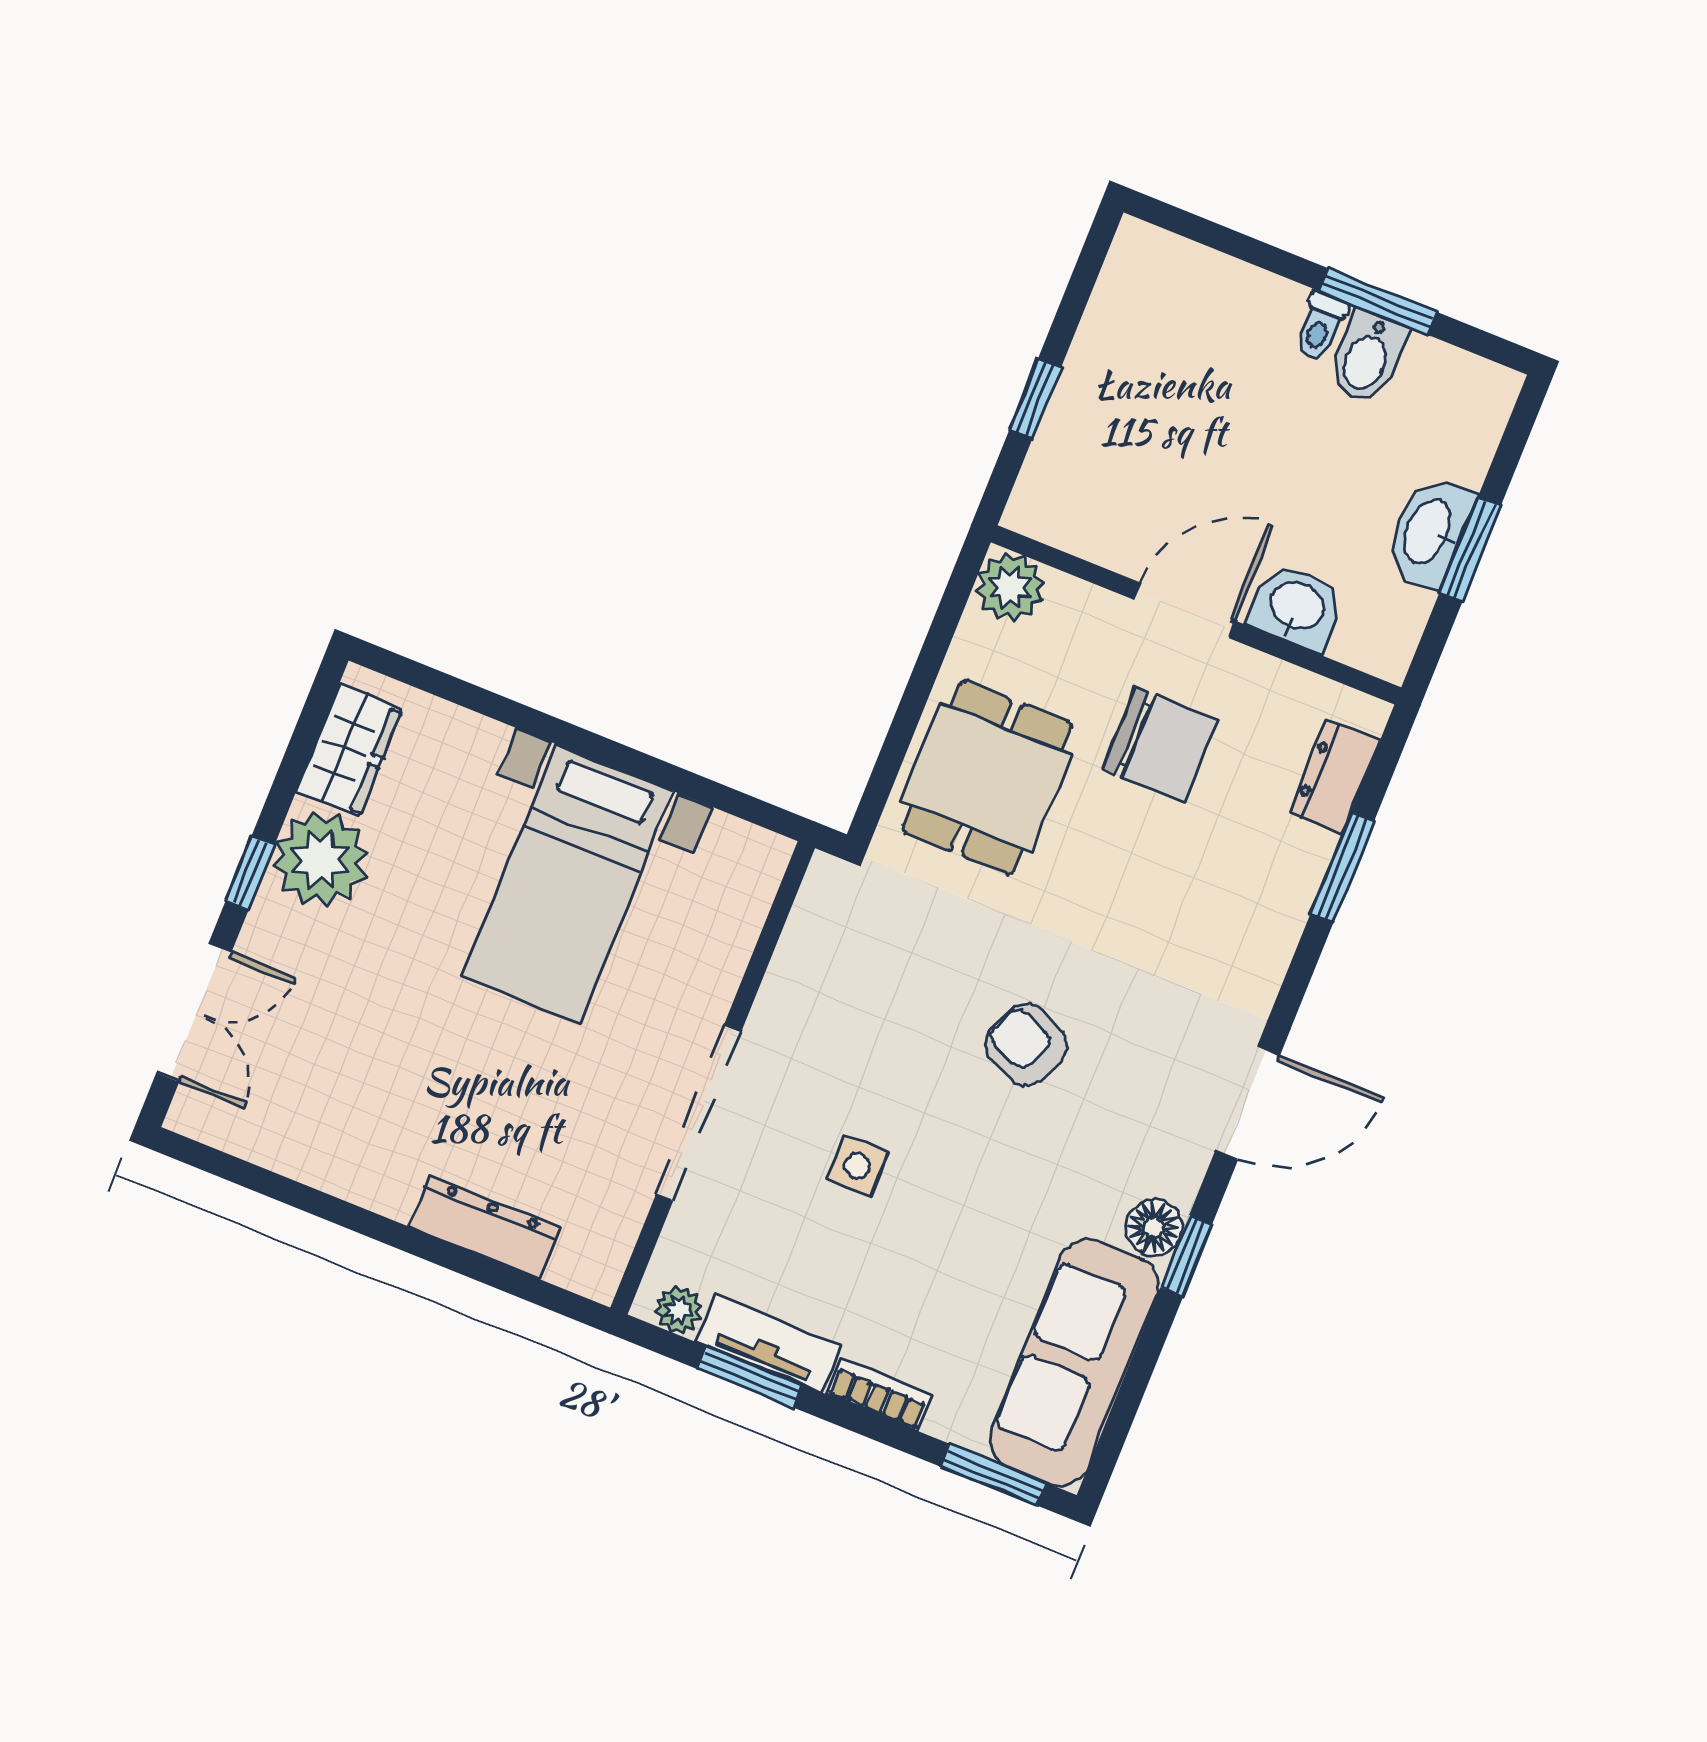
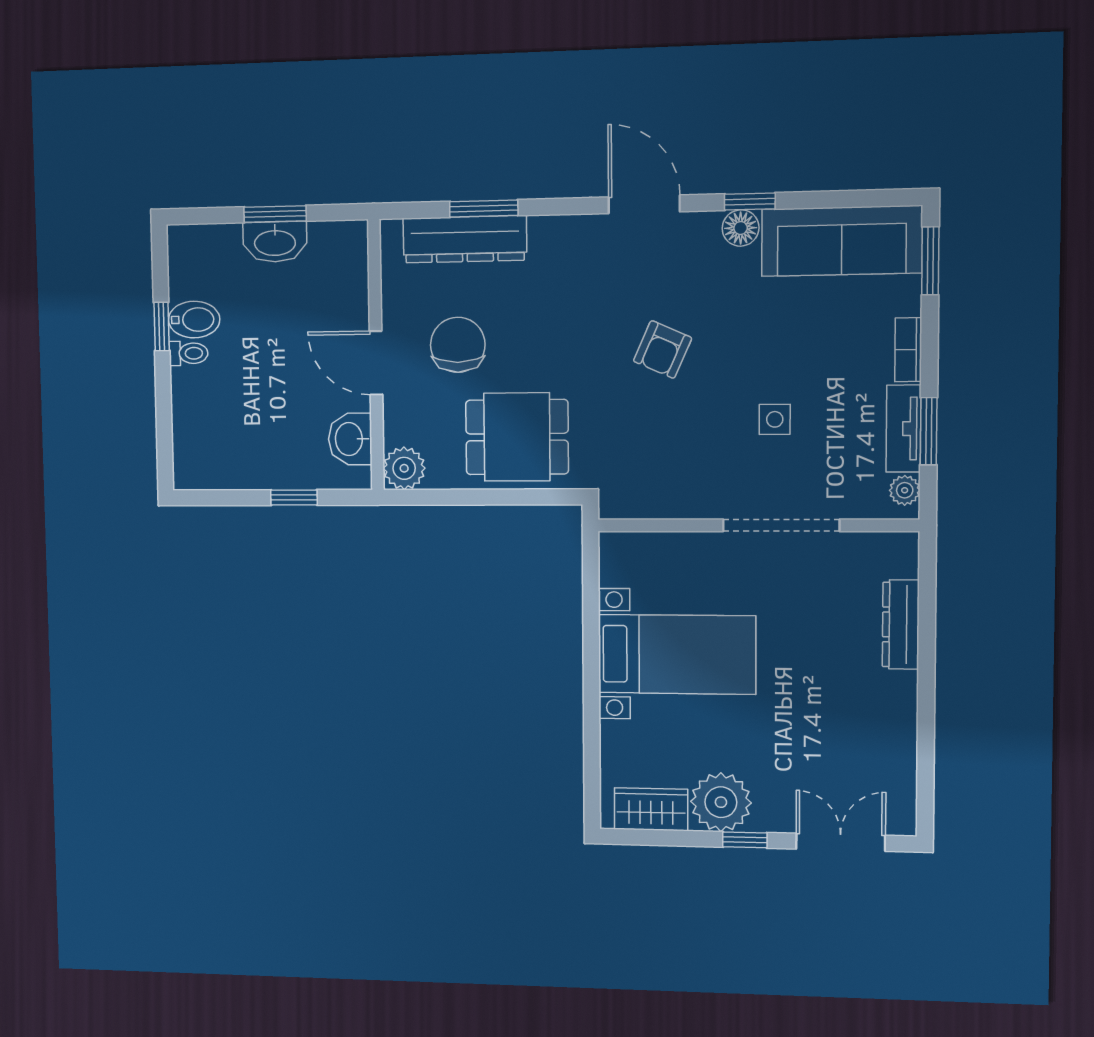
window: (1378, 302) -> (162, 327), width x0.67
washbasin: (1297, 607) -> (350, 439), moved
dresser: (1335, 777) -> (465, 239), width x1.96, depth x1.24

